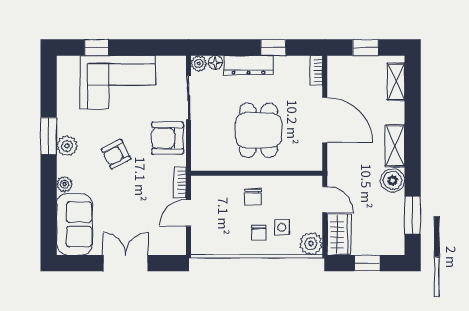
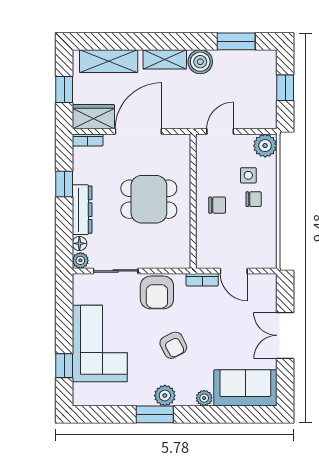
shelving: (396, 82) -> (109, 61), width x1.50, depth x1.33
wardrobe: (339, 235) -> (93, 117), moved

